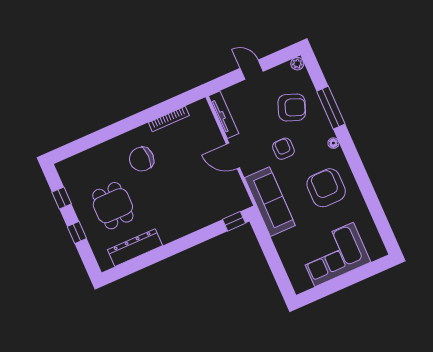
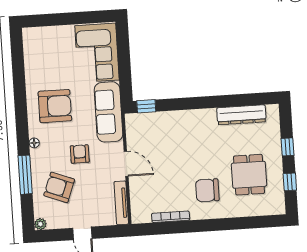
armchair: (283, 149) -> (80, 154), turned 180
chair: (142, 159) -> (207, 190), turned 180
armchair: (326, 188) -> (55, 106), turned -90
dining table: (113, 206) -> (249, 175), moved
corner sofa: (334, 254) -> (97, 53), moved, turned 90

